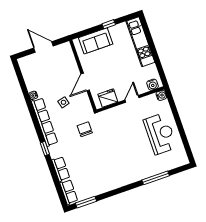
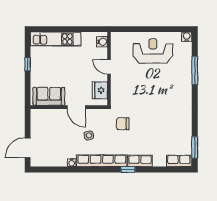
sofa: (96, 41) -> (49, 96), moved, turned -90
door: (43, 47) -> (28, 148), moved
water cooler: (161, 95) -> (187, 37), moved
row of seats: (61, 169) -> (140, 161), moved

